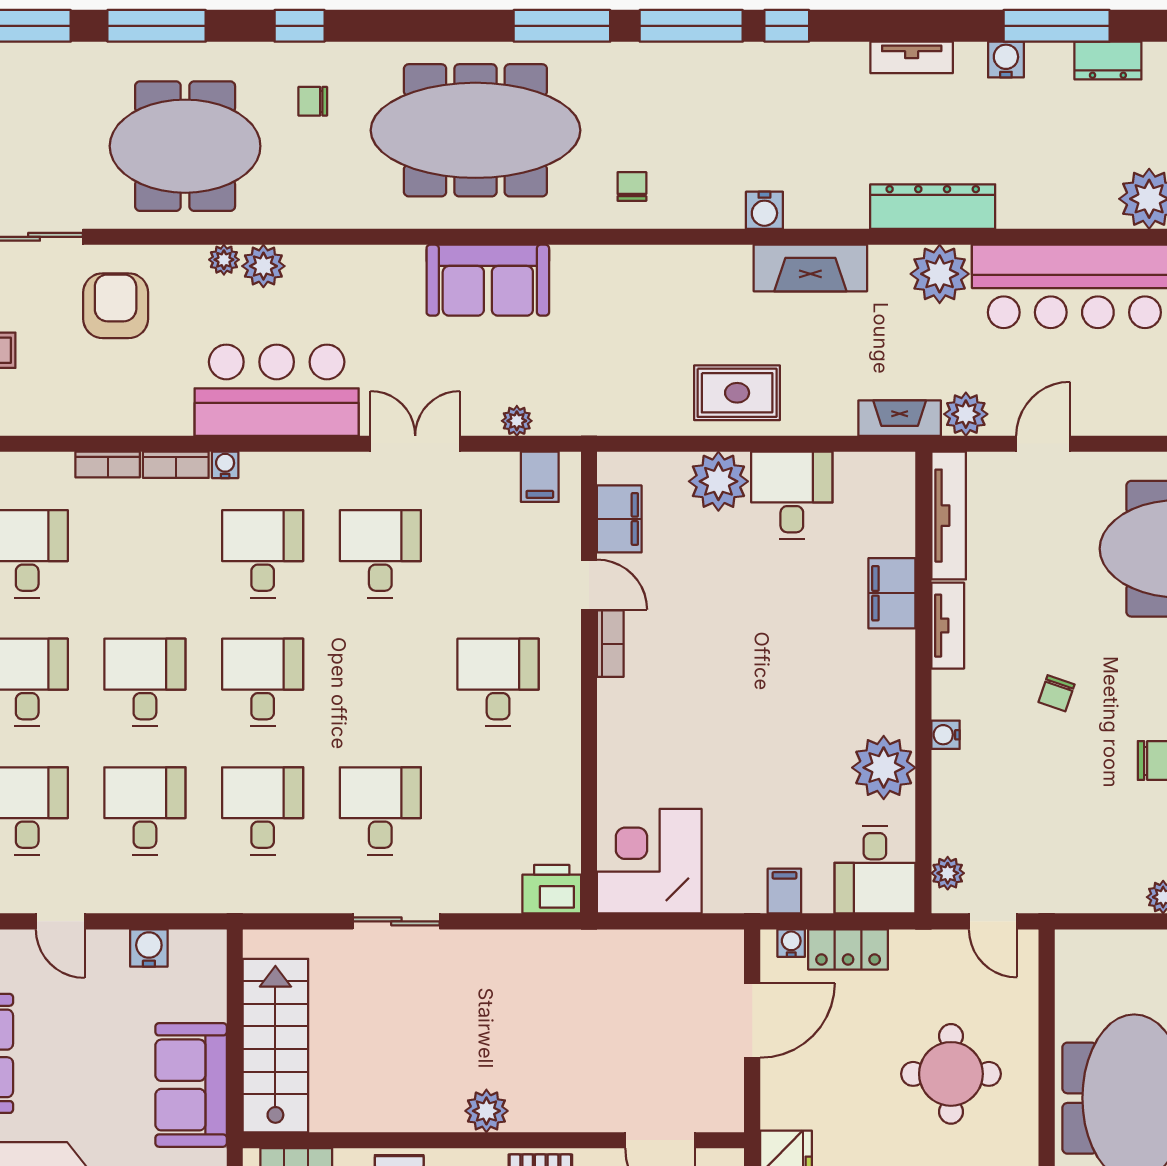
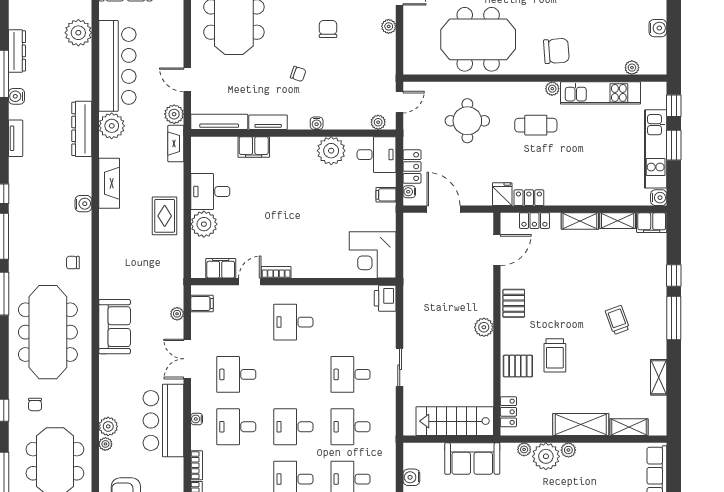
dresser: (1108, 61) -> (17, 51), width x1.44
water cooler: (225, 465) -> (197, 419), moved

